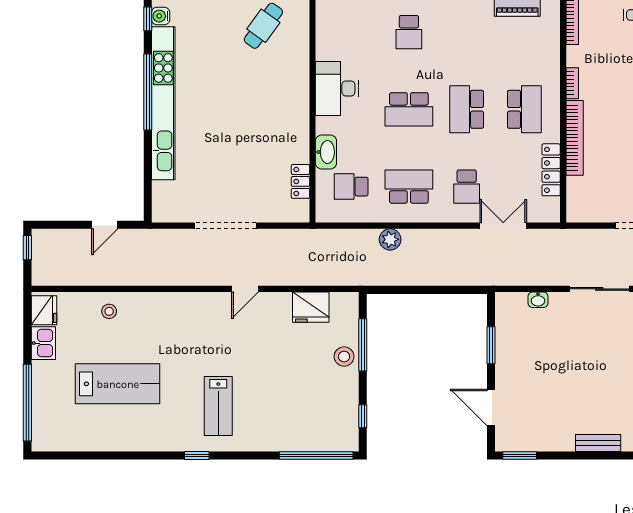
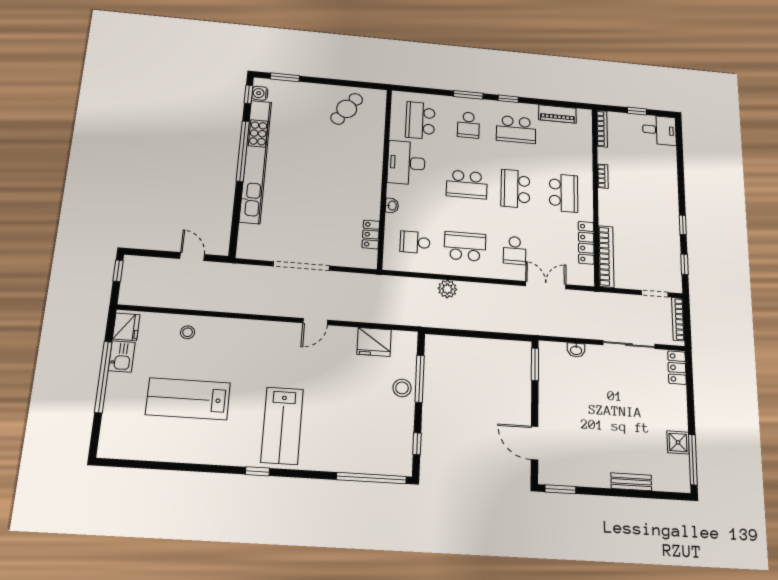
school desk: (351, 32) -> (420, 121), added
school desk: (467, 32) -> (516, 129), added
bookcase: (575, 138) -> (606, 256), moved
washbasin: (326, 152) -> (392, 206), width x0.52, depth x0.69
door: (105, 225) -> (192, 257), swing flipped
window: (491, 345) -> (535, 364), moved
lab bench: (118, 384) -> (188, 399), turned 180
window: (27, 403) -> (103, 377), moved
lab bench: (218, 406) -> (282, 426), width x1.36, depth x1.39

